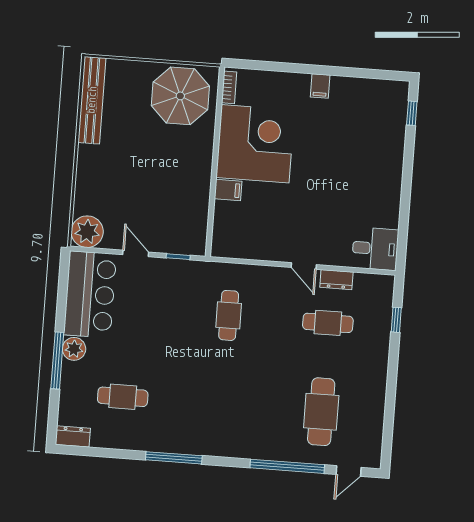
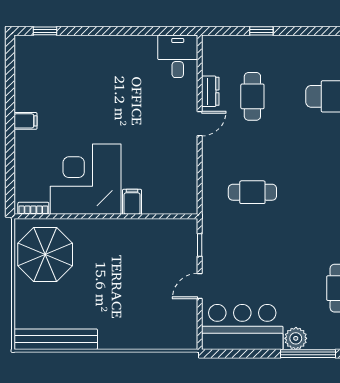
plant: (87, 232) -> (182, 334), removed
window: (396, 320) -> (261, 31), moved

